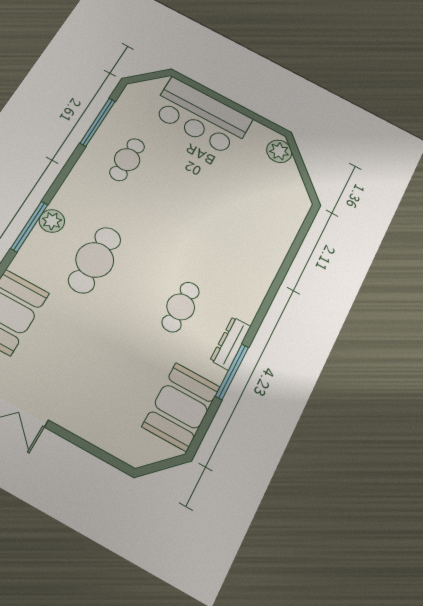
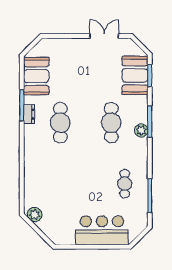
plant: (279, 151) -> (35, 215), moved
cafe table: (181, 307) -> (60, 123), width x1.37, depth x1.35
dresser: (231, 343) -> (29, 114), width x0.70

